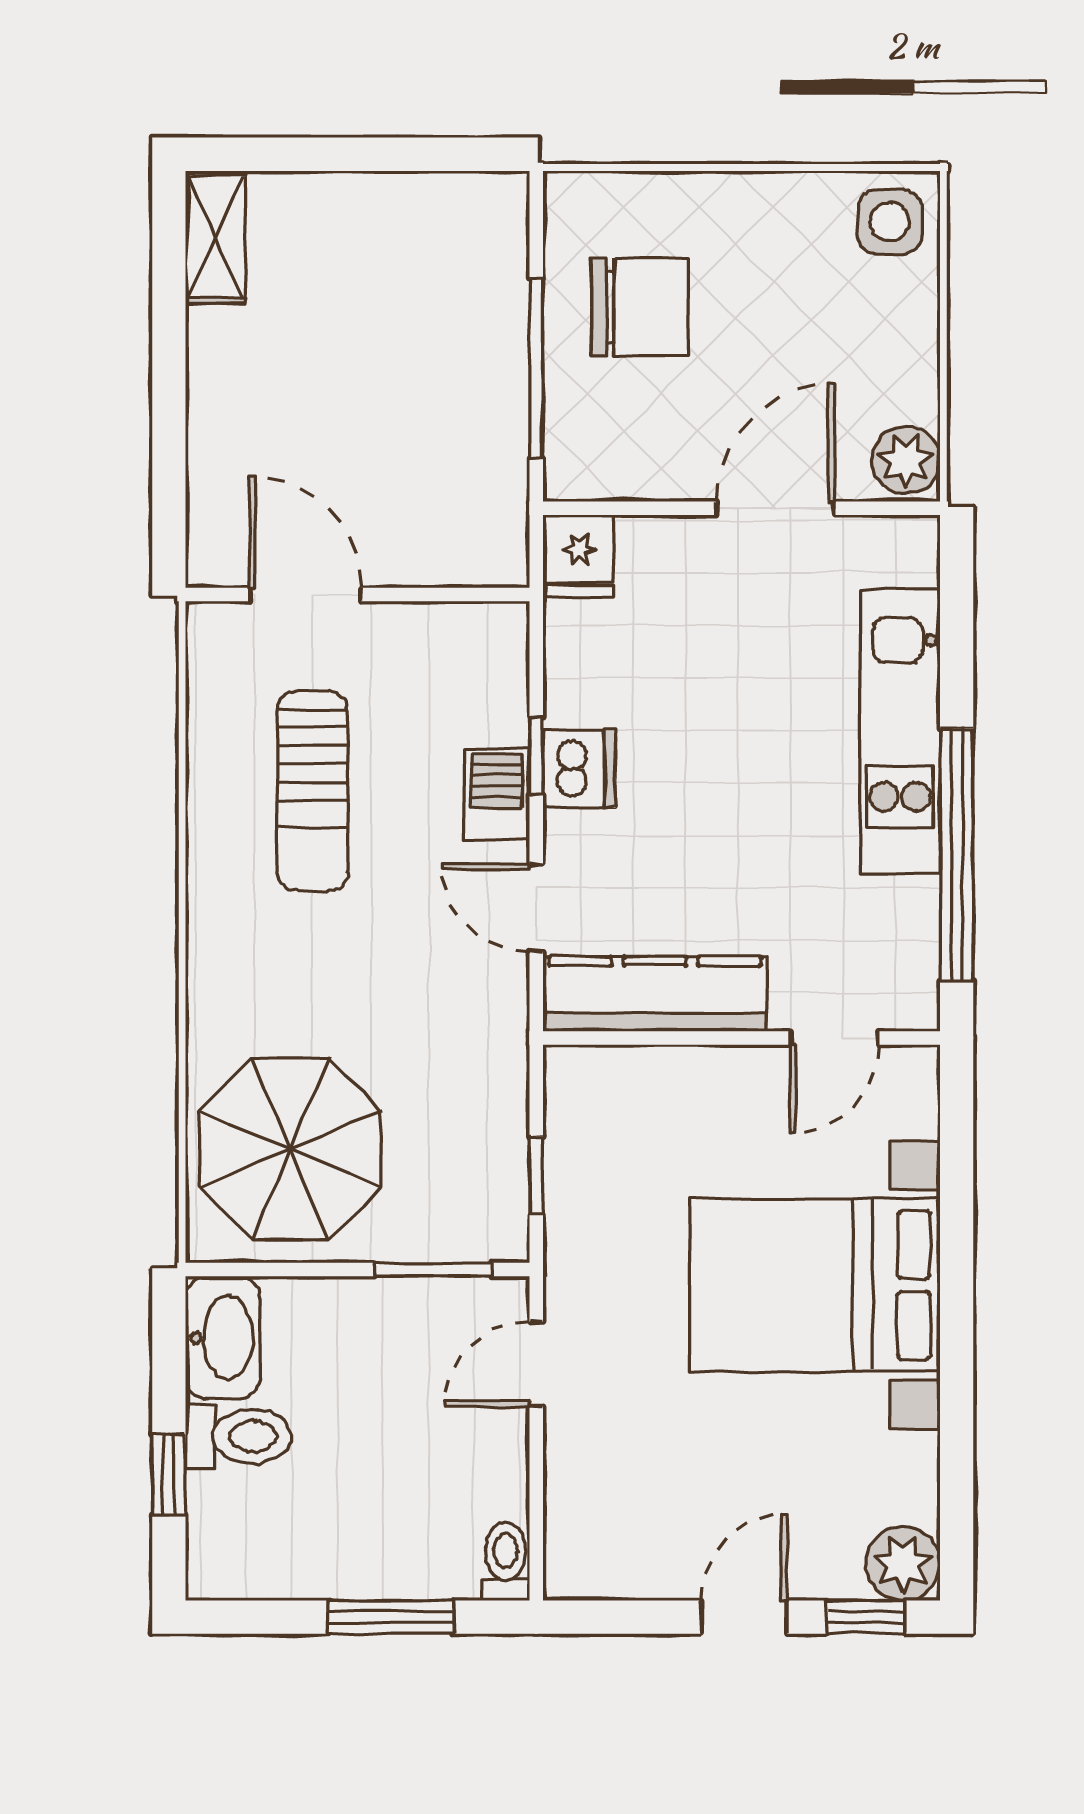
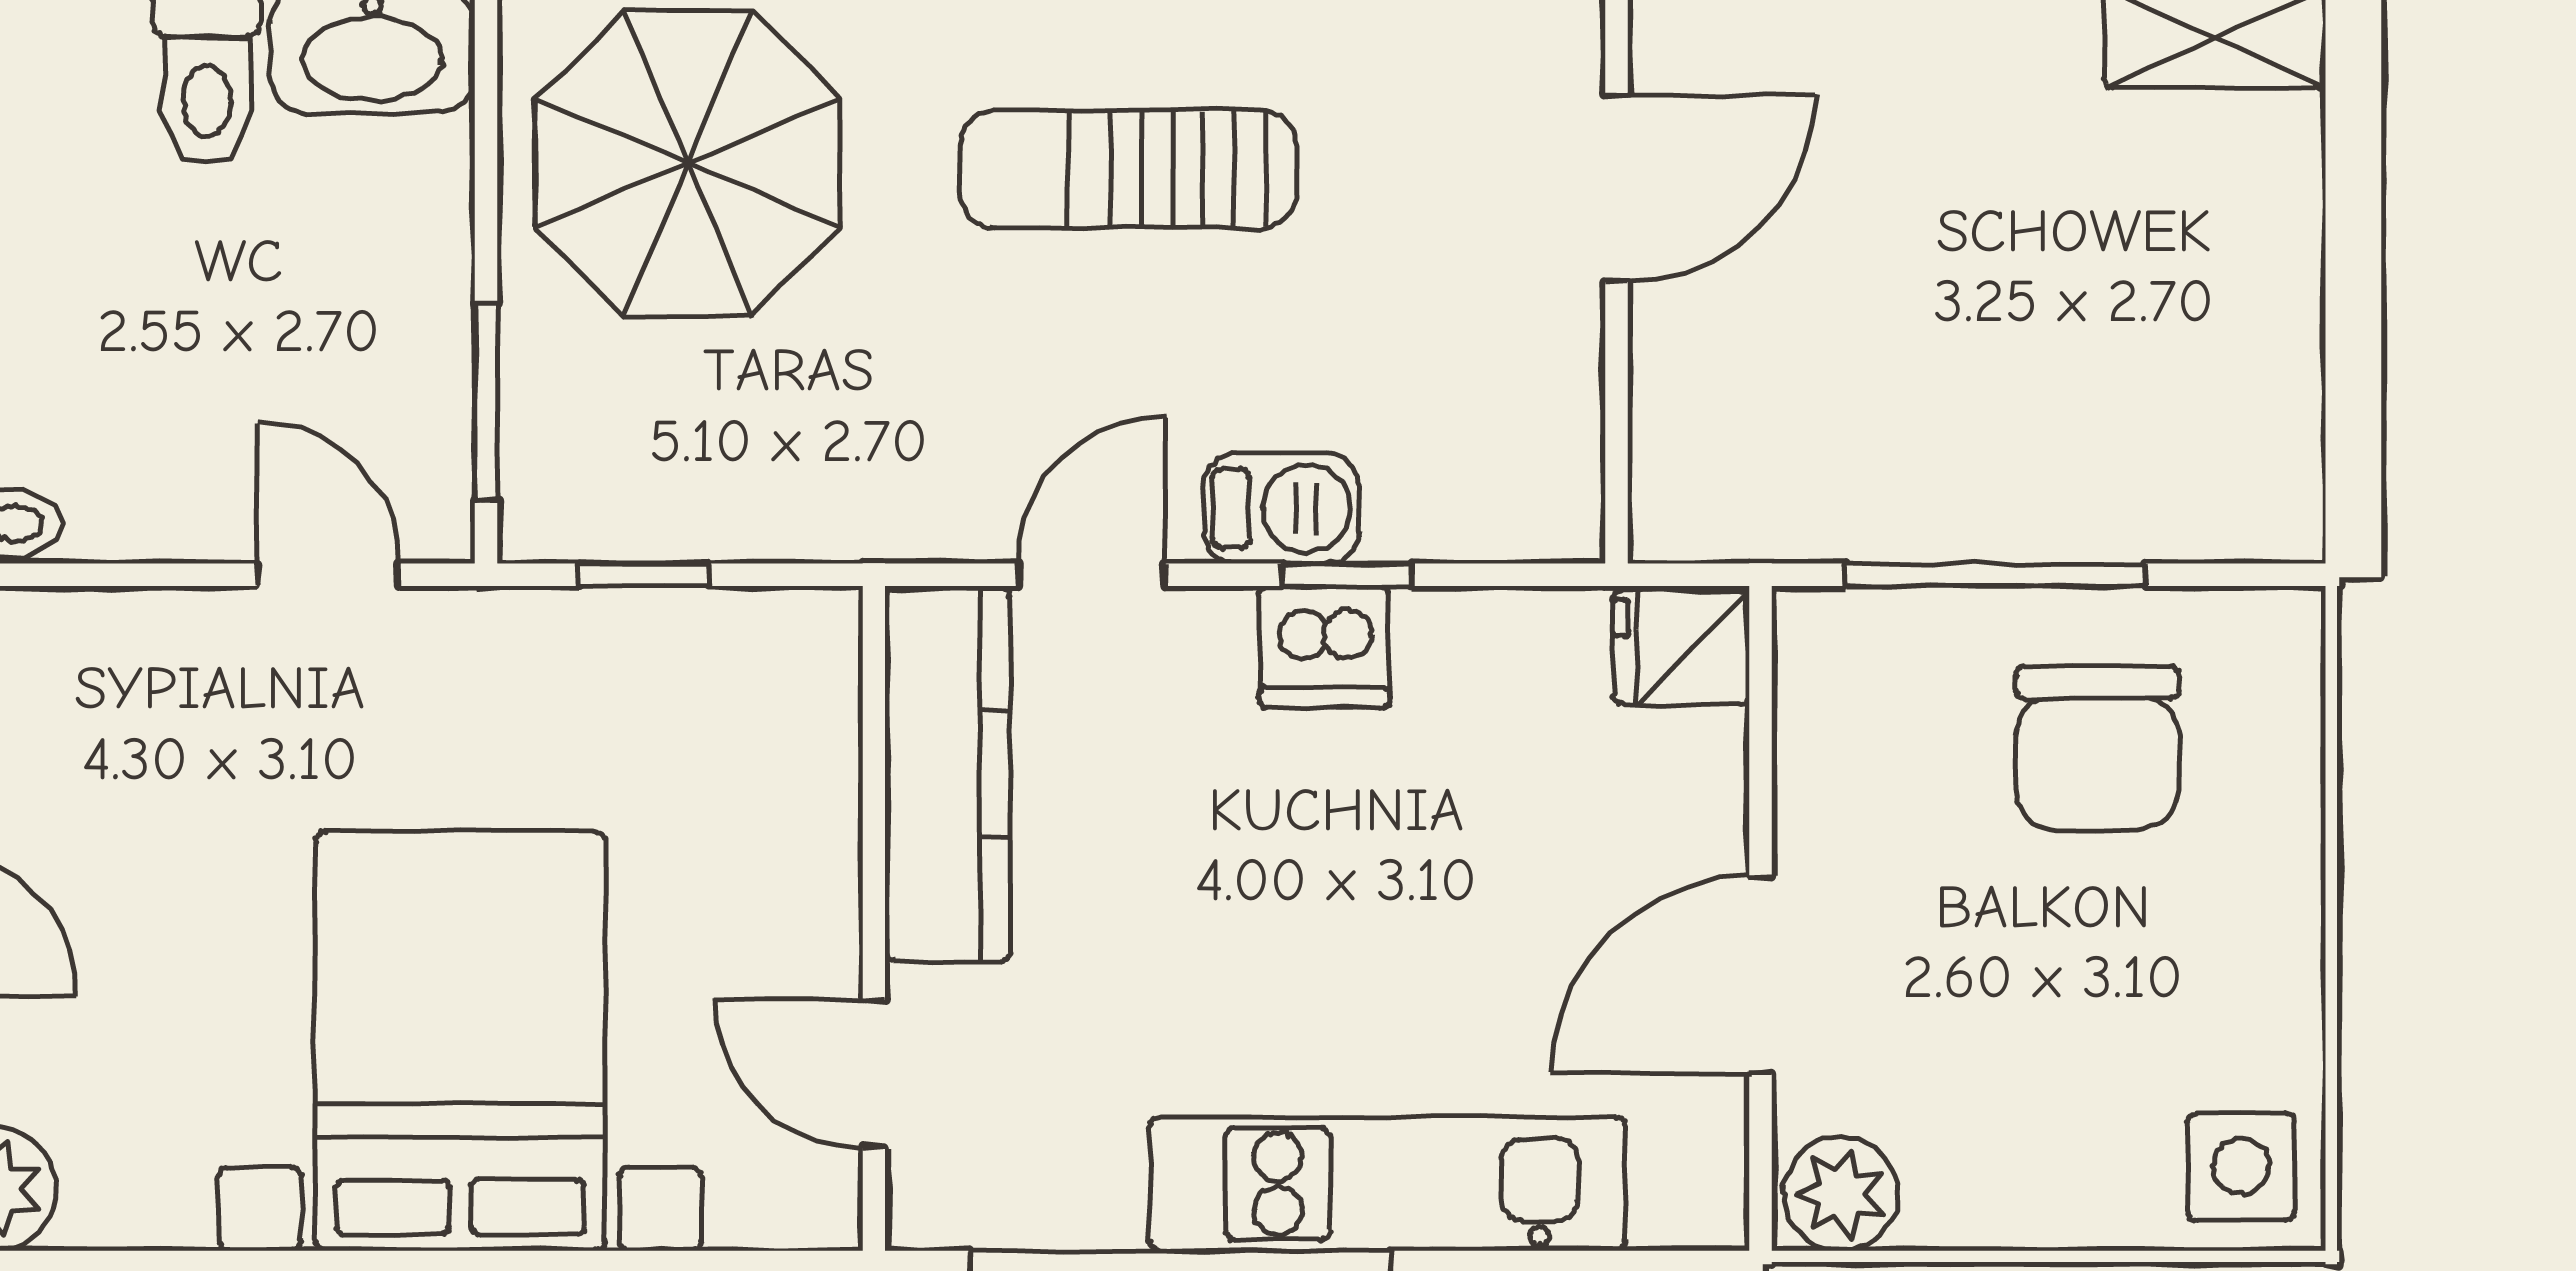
door: (775, 508) -> (1761, 975), swing flipped
sun lounger: (312, 791) -> (1127, 169), moved

